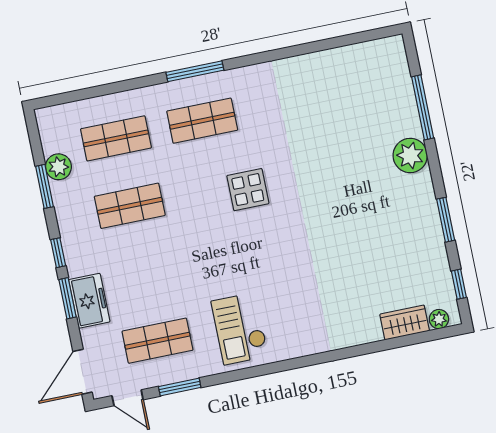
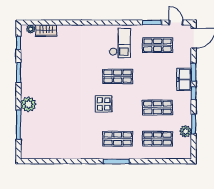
shop shelf: (230, 256) -> (118, 76), added
freezer: (89, 301) -> (184, 79), moved

